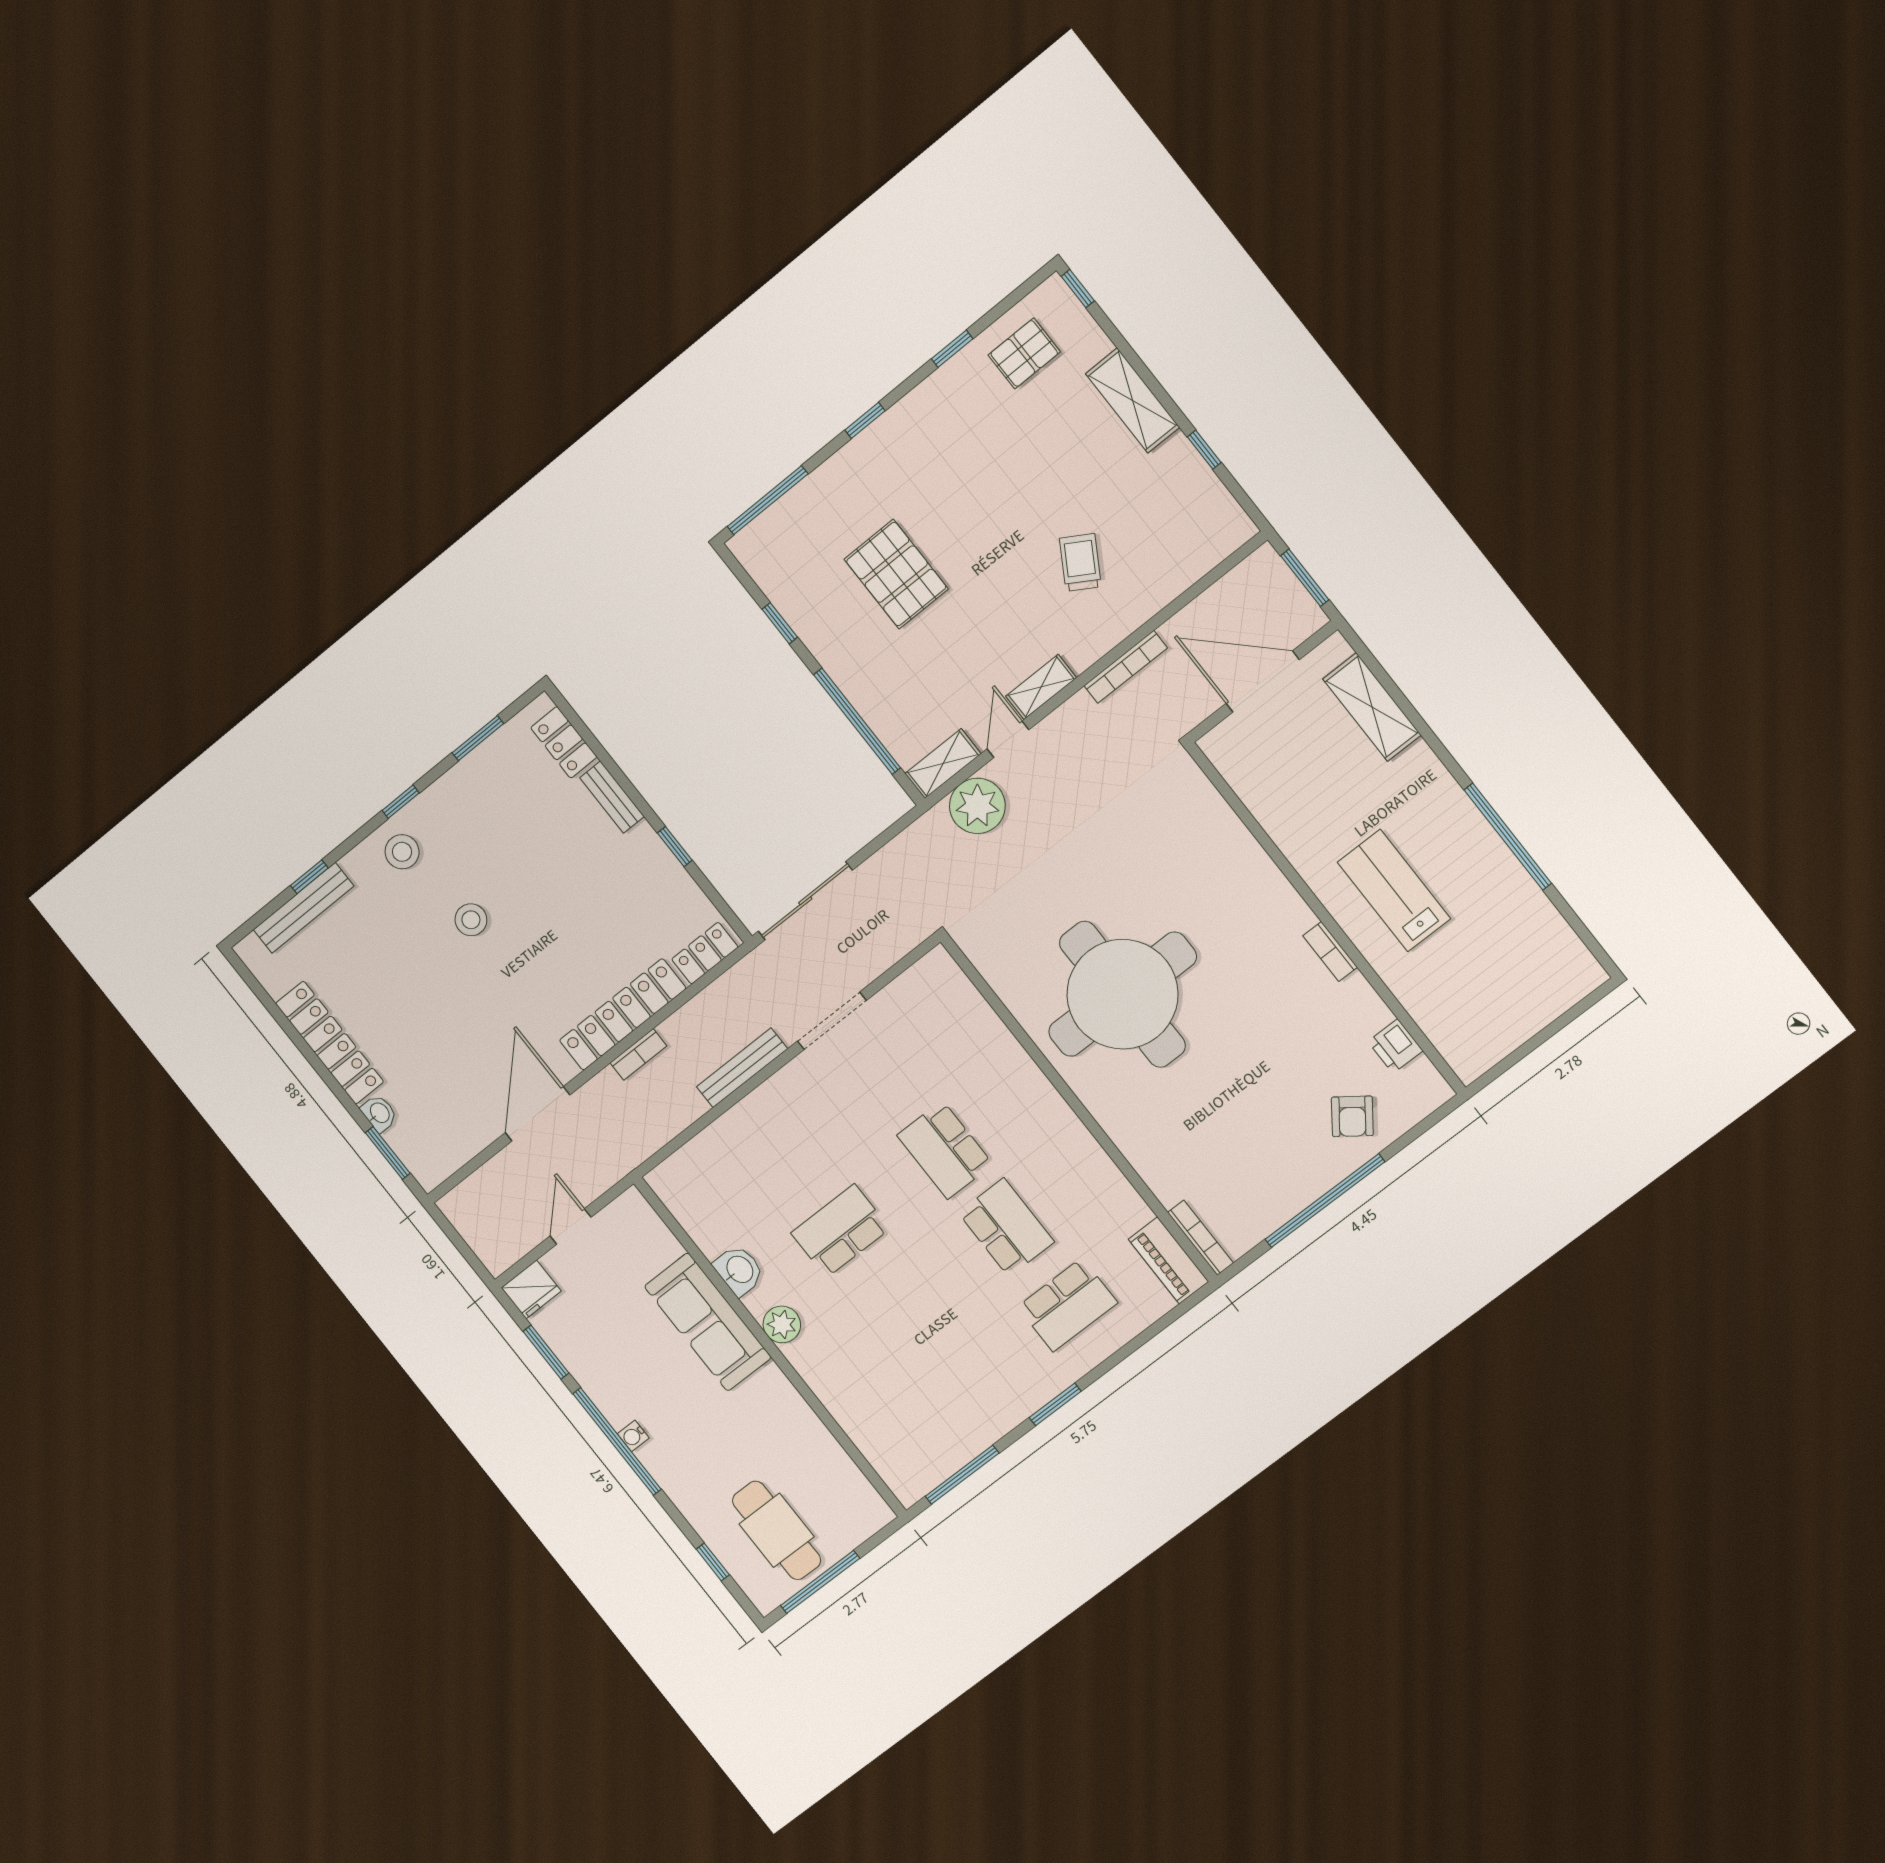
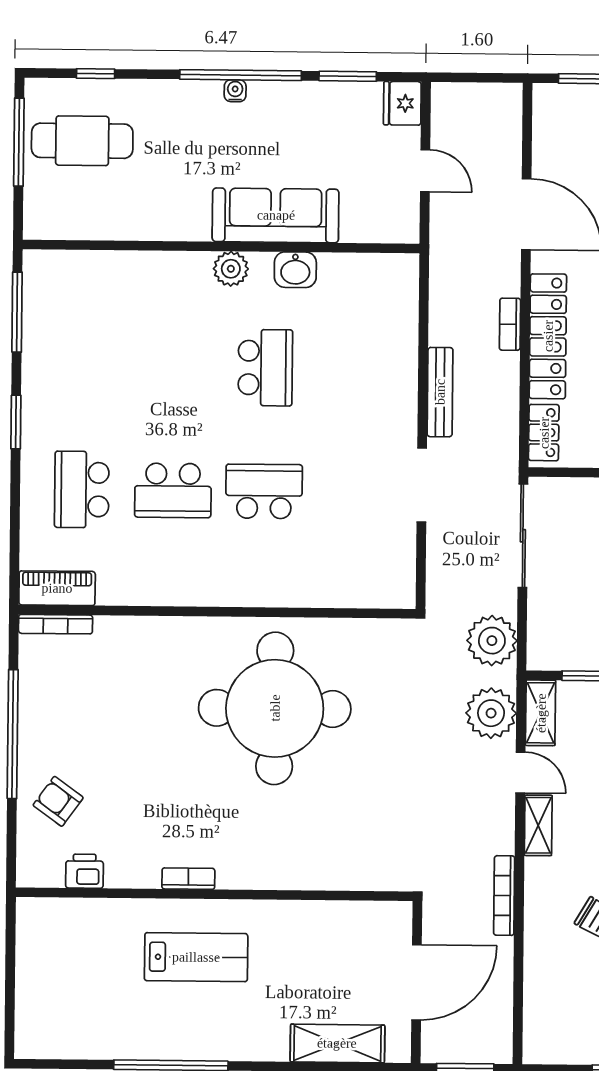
plant: (915, 855) -> (492, 641), added

